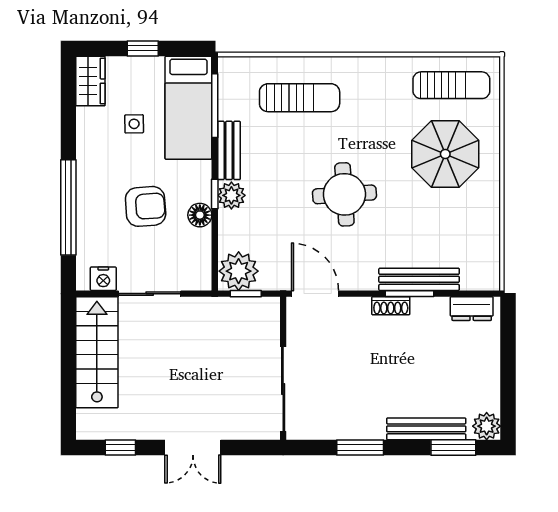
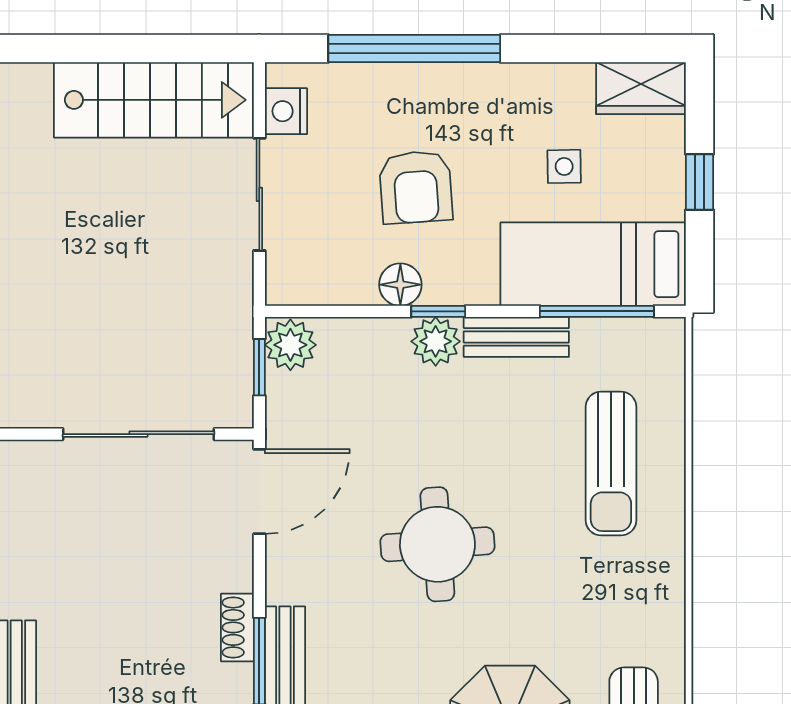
plant: (239, 271) -> (290, 345), width x0.73, depth x0.73
sliding door: (283, 389) -> (138, 434), moved

